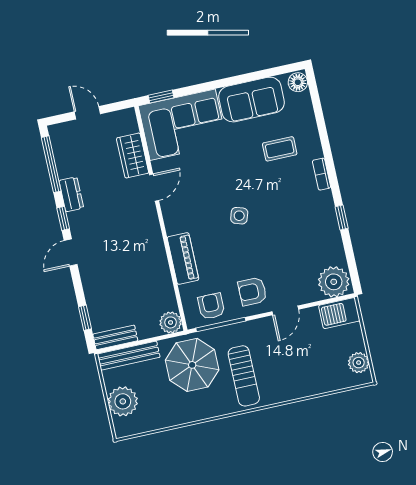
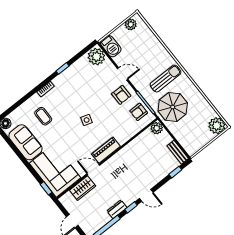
piano: (183, 259) -> (106, 150), moved
bench: (129, 356) -> (184, 141), removed
plant: (123, 401) -> (217, 126), moved

